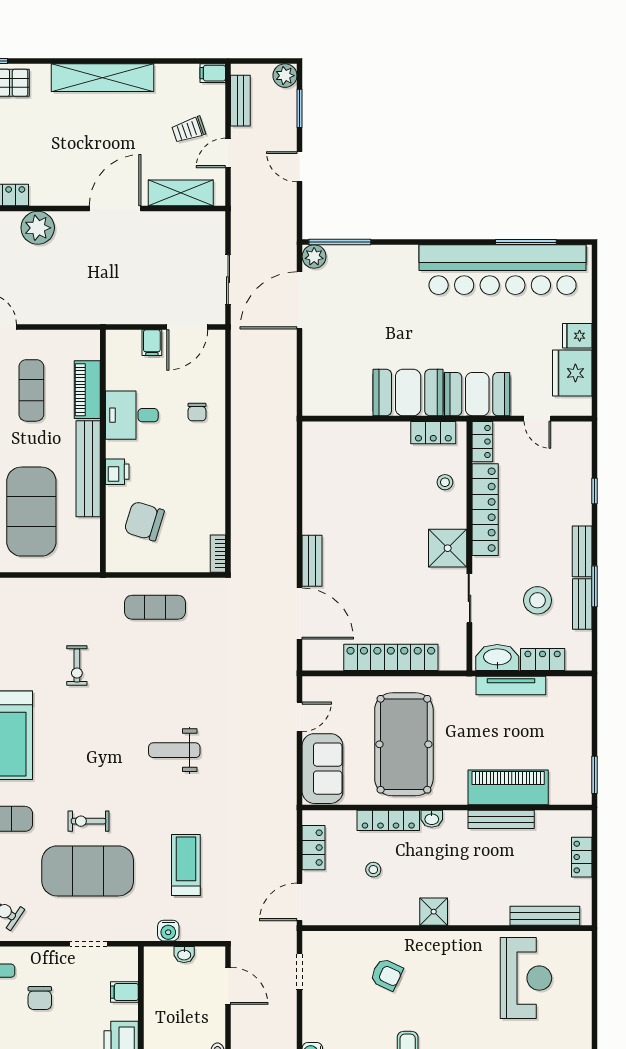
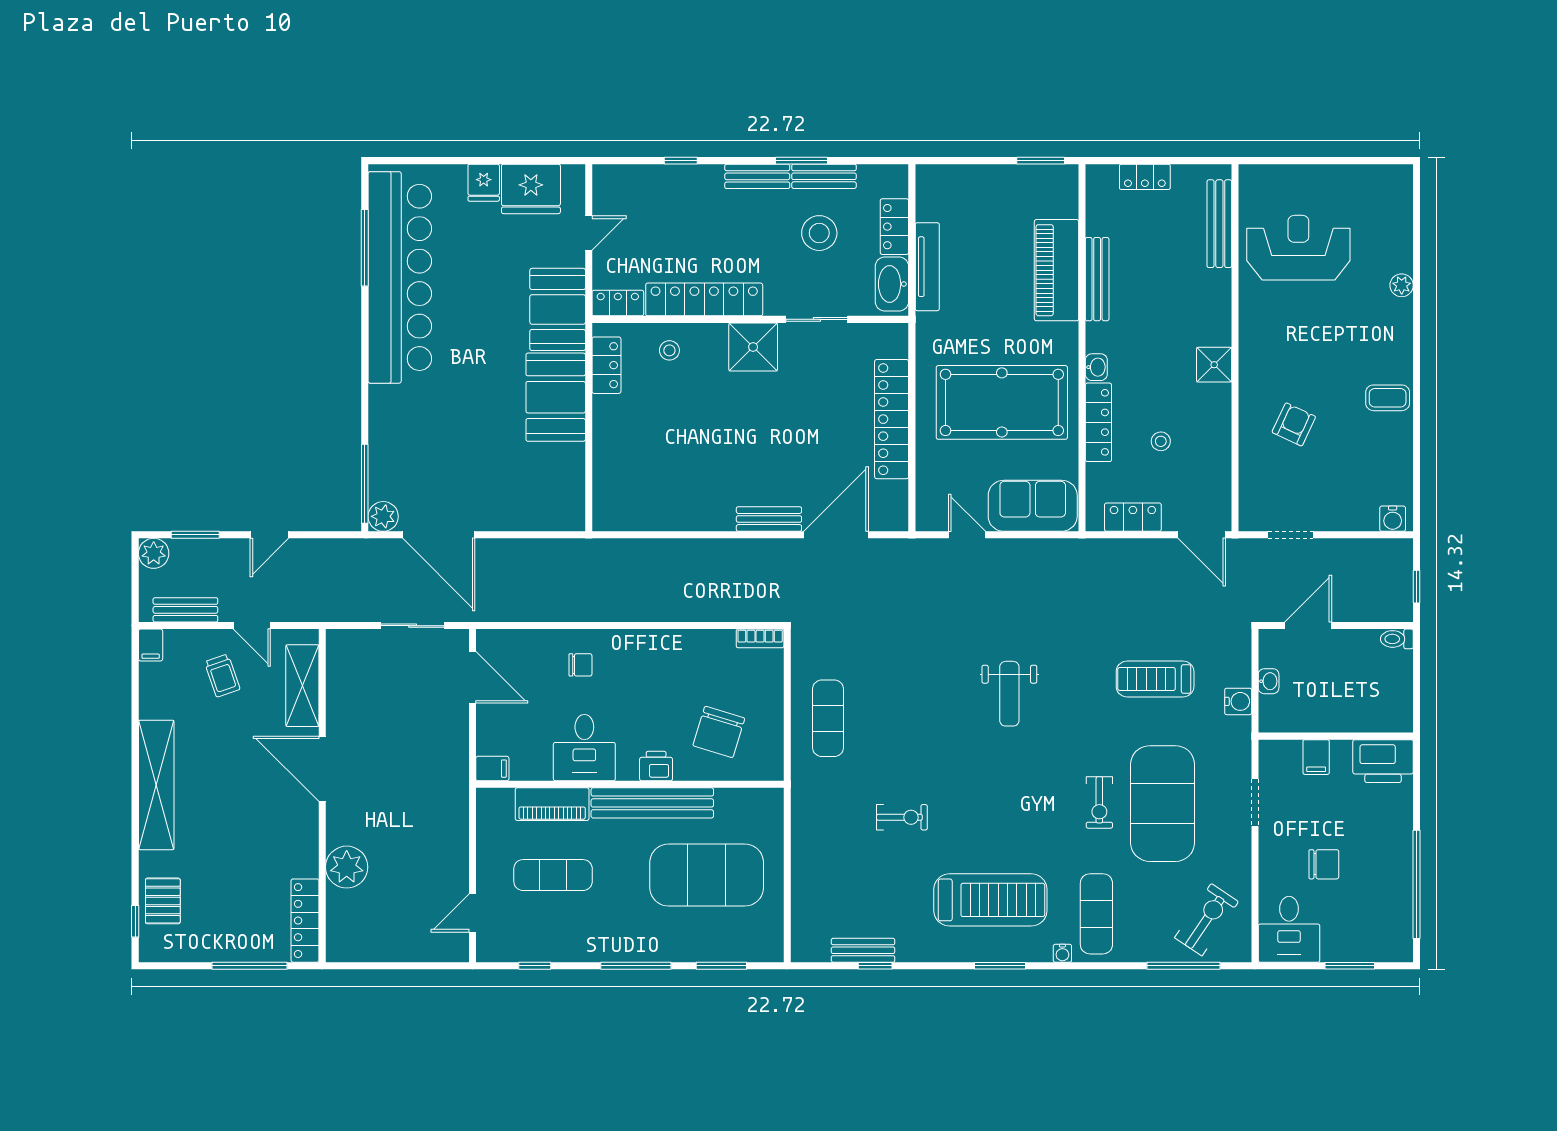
filing cabinet: (152, 343) -> (492, 769), moved

